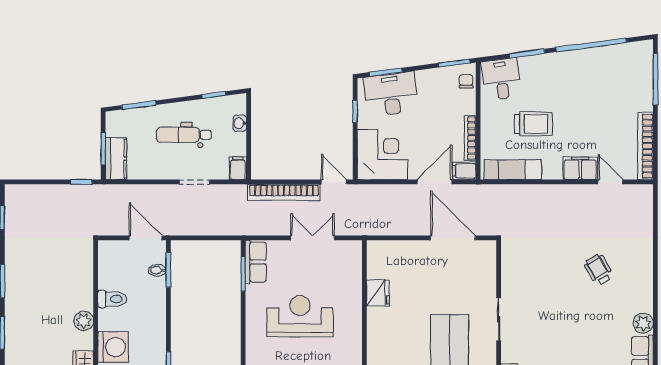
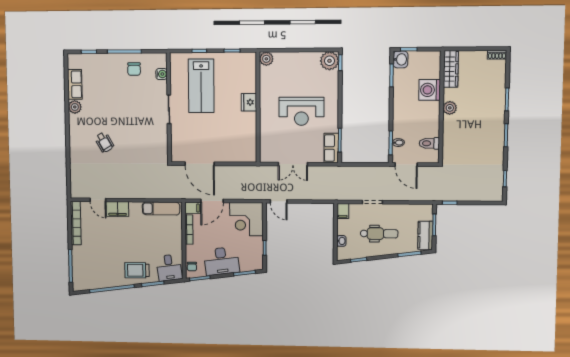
desk: (391, 94) -> (221, 261), moved
trolley: (533, 124) -> (137, 270), moved
kitchen counter: (116, 159) -> (425, 235), moved
bookcase: (284, 192) -> (312, 195), removed
fridge: (378, 293) -> (249, 102), moved
toilet: (112, 299) -> (429, 143), moved

